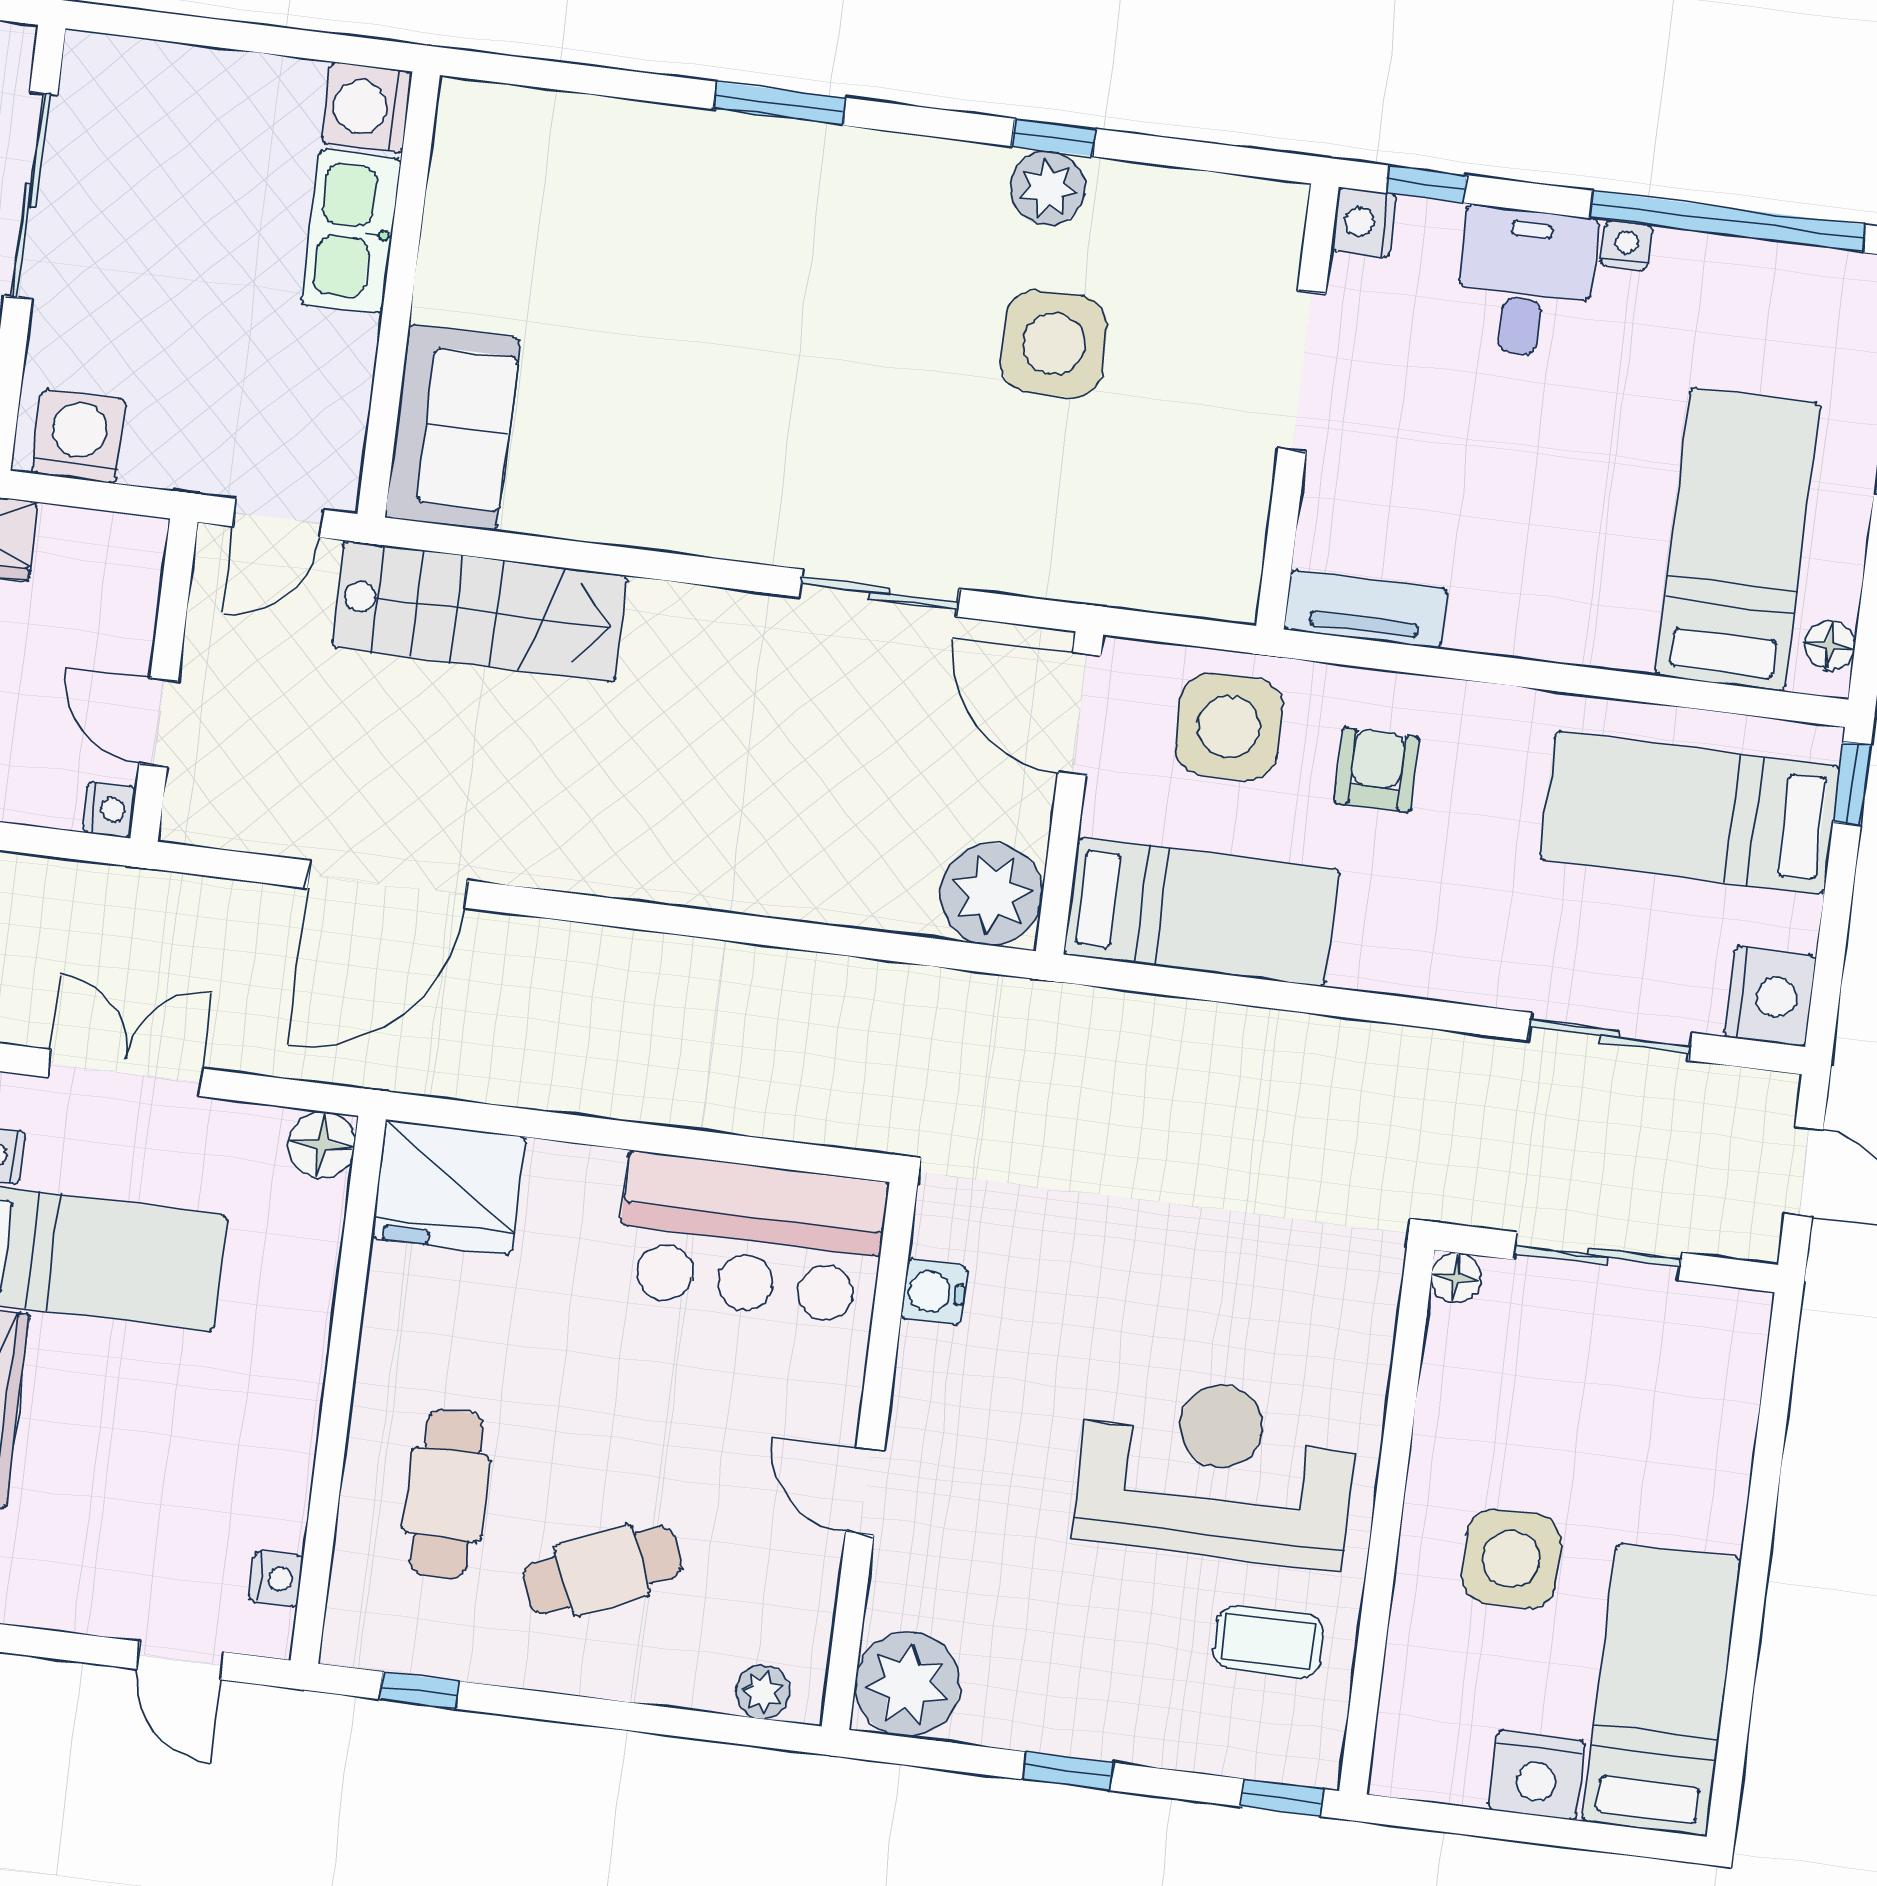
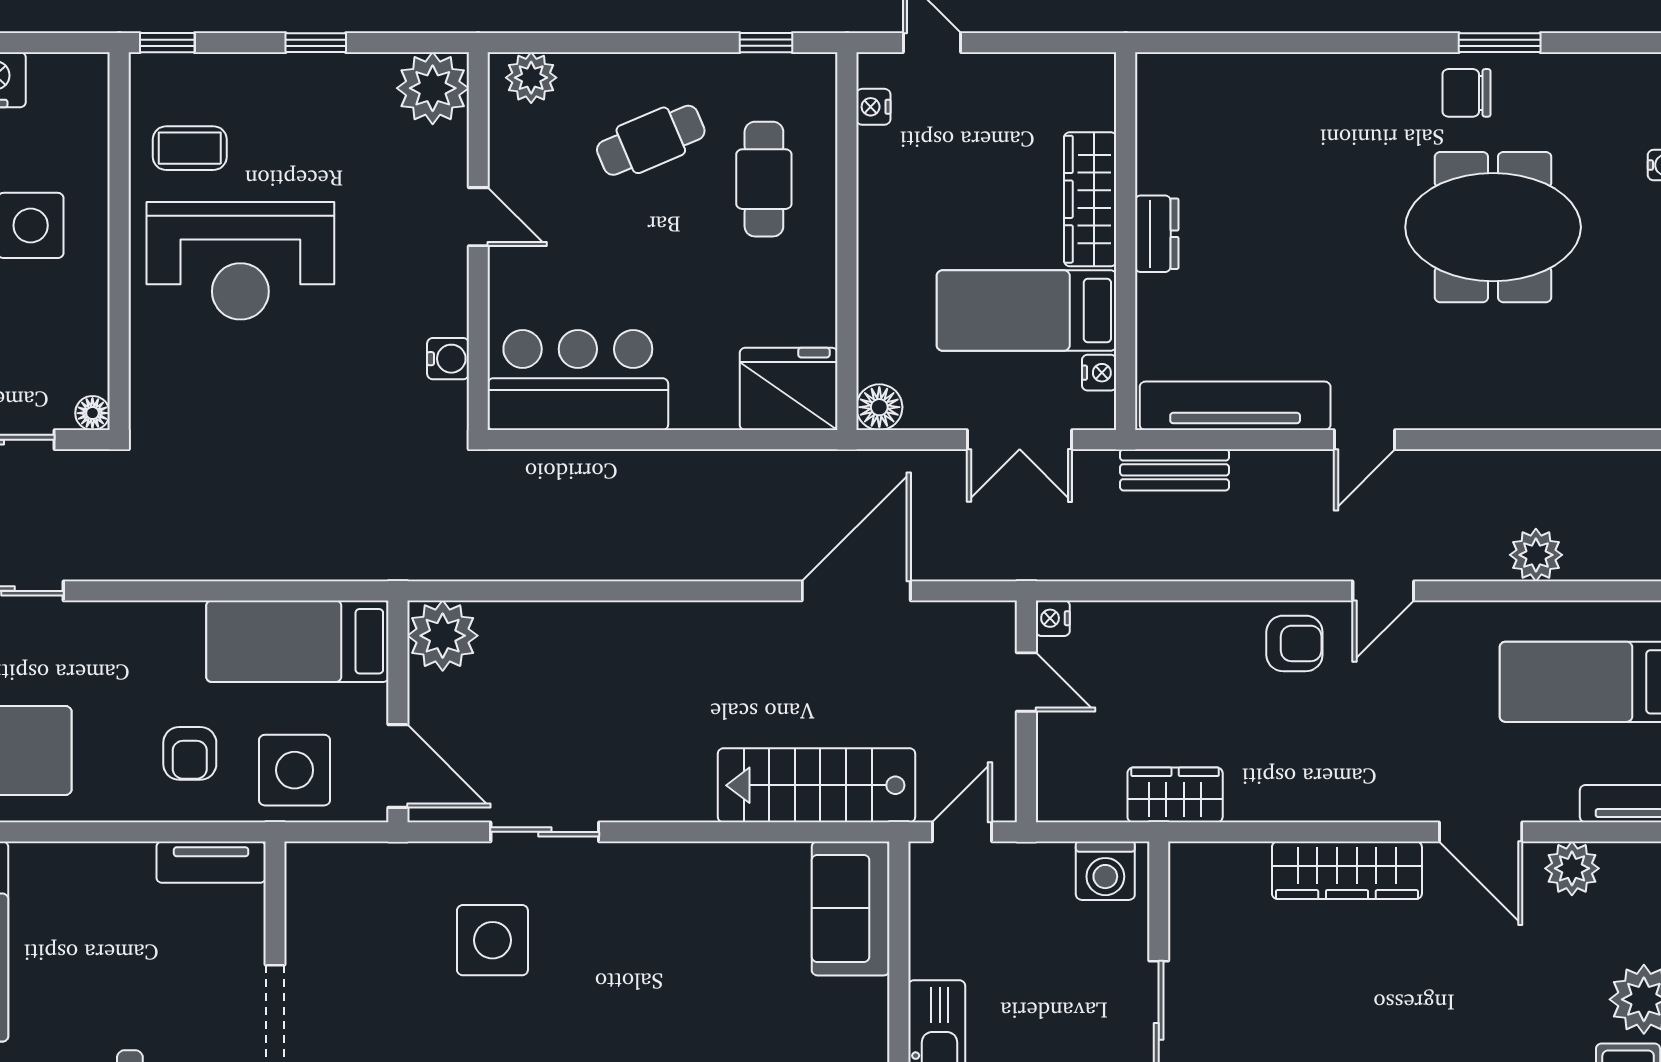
side table: (1054, 344) -> (492, 940), moved
plant: (763, 1692) -> (531, 78), width x1.38, depth x1.38

